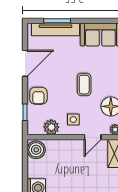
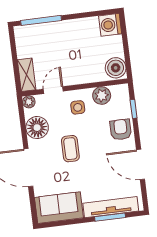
door: (25, 63) -> (140, 164), hinge flipped

